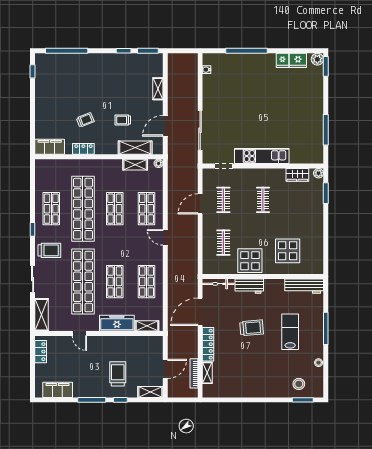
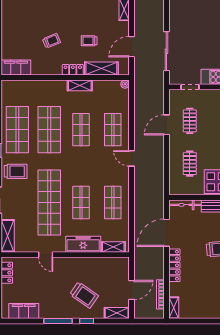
locker: (83, 149) -> (73, 70), moved
shelving: (135, 165) -> (80, 85), moved
shop shelf: (51, 209) -> (17, 130), width x1.43, depth x1.36
shop shelf: (83, 209) -> (49, 130), width x0.71
shelving: (207, 373) -> (174, 308), moved
trolley: (118, 374) -> (84, 295), turned 125

